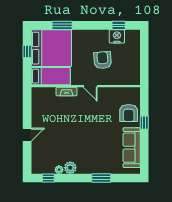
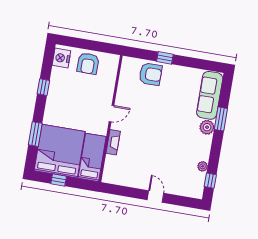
window: (119, 25) -> (43, 87), moved
nightstand: (117, 36) -> (61, 58), moved
armchair: (103, 60) -> (88, 63), moved, turned -85
sofa: (132, 148) -> (210, 95), moved, turned 90
plant: (70, 168) -> (207, 127), moved

